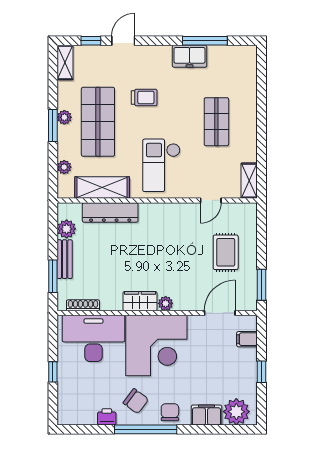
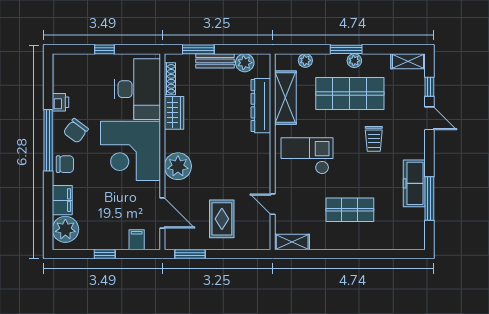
freezer: (190, 56) -> (414, 183), width x1.40
rug: (226, 252) -> (222, 219), turned 90
wardrobe: (140, 301) -> (174, 113), moved
plant: (166, 303) -> (178, 166), width x1.88, depth x1.88

